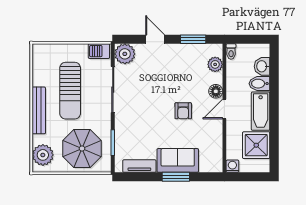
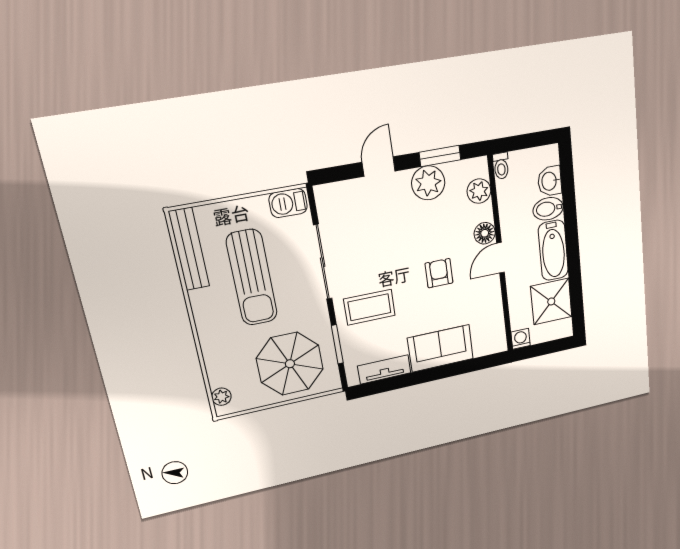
door: (155, 39) -> (379, 167), hinge flipped
plant: (125, 54) -> (428, 183), moved
bench: (39, 110) -> (189, 249), moved
armchair: (183, 111) -> (439, 273), turned 180
coffee table: (136, 123) -> (369, 307), added
plant: (43, 155) -> (221, 397), width x0.53, depth x0.53
window: (176, 177) -> (441, 372), removed

